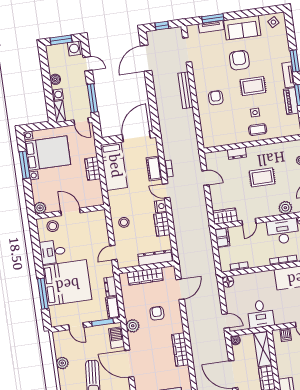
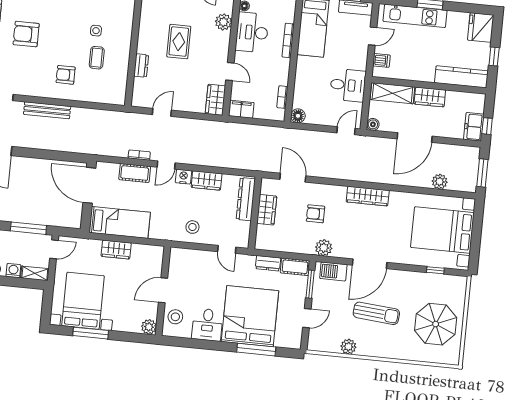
rug: (253, 86) -> (63, 25), removed
coffee table: (258, 130) -> (97, 58), moved
wardrobe: (145, 276) -> (267, 210), width x0.67

